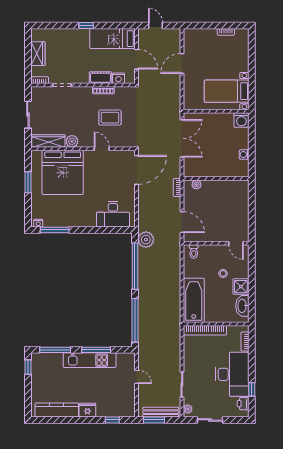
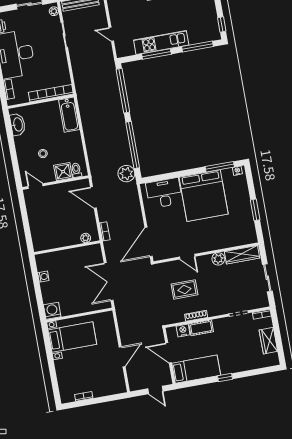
bed: (63, 172) -> (204, 196), moved, turned 180
shower: (241, 287) -> (63, 172), moved
bathtub: (194, 300) -> (69, 115), width x0.73, depth x0.73

